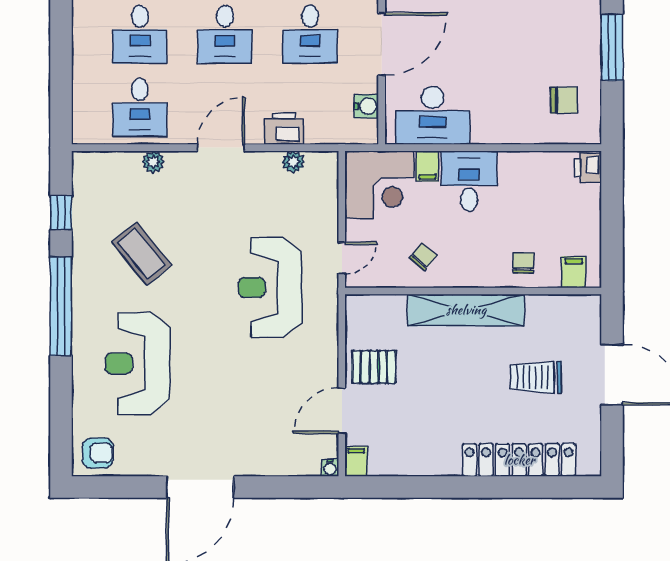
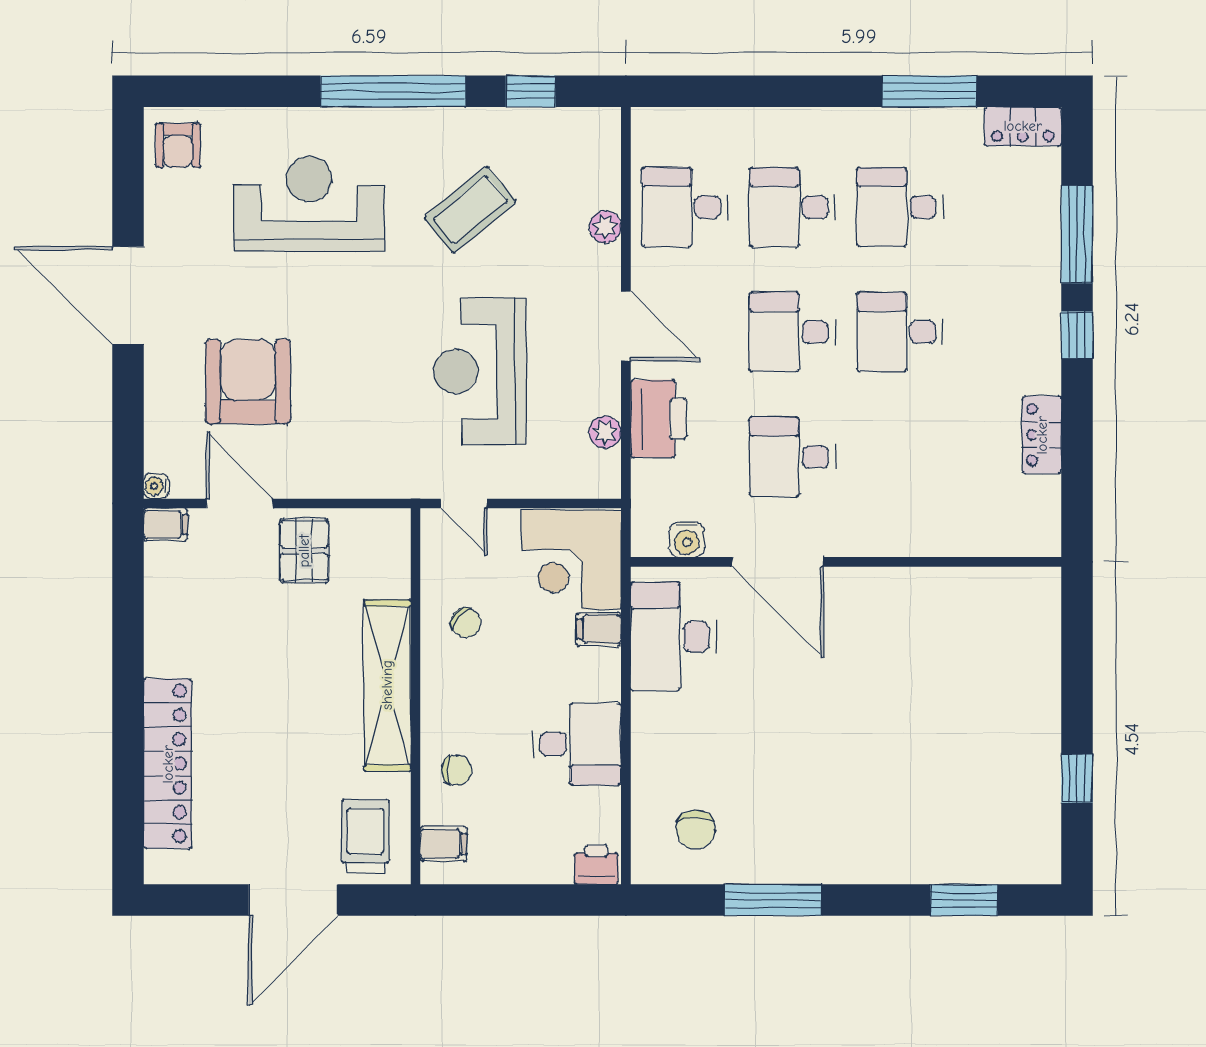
printer: (284, 129) -> (658, 419), width x1.37, depth x1.19
desk: (469, 181) -> (577, 744), moved
reception desk: (270, 287) -> (480, 371), moved, turned -90
trolley: (536, 377) -> (365, 836), moved
armchair: (259, 405) -> (248, 381), added

